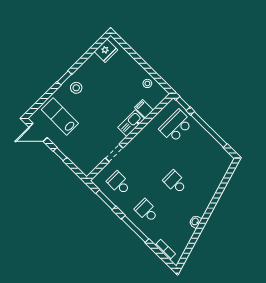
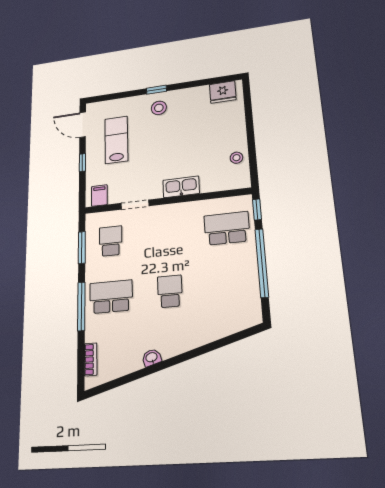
filing cabinet: (144, 109) -> (99, 196), moved
lab bench: (60, 116) -> (116, 140), moved
school desk: (147, 211) -> (111, 297), width x1.85

